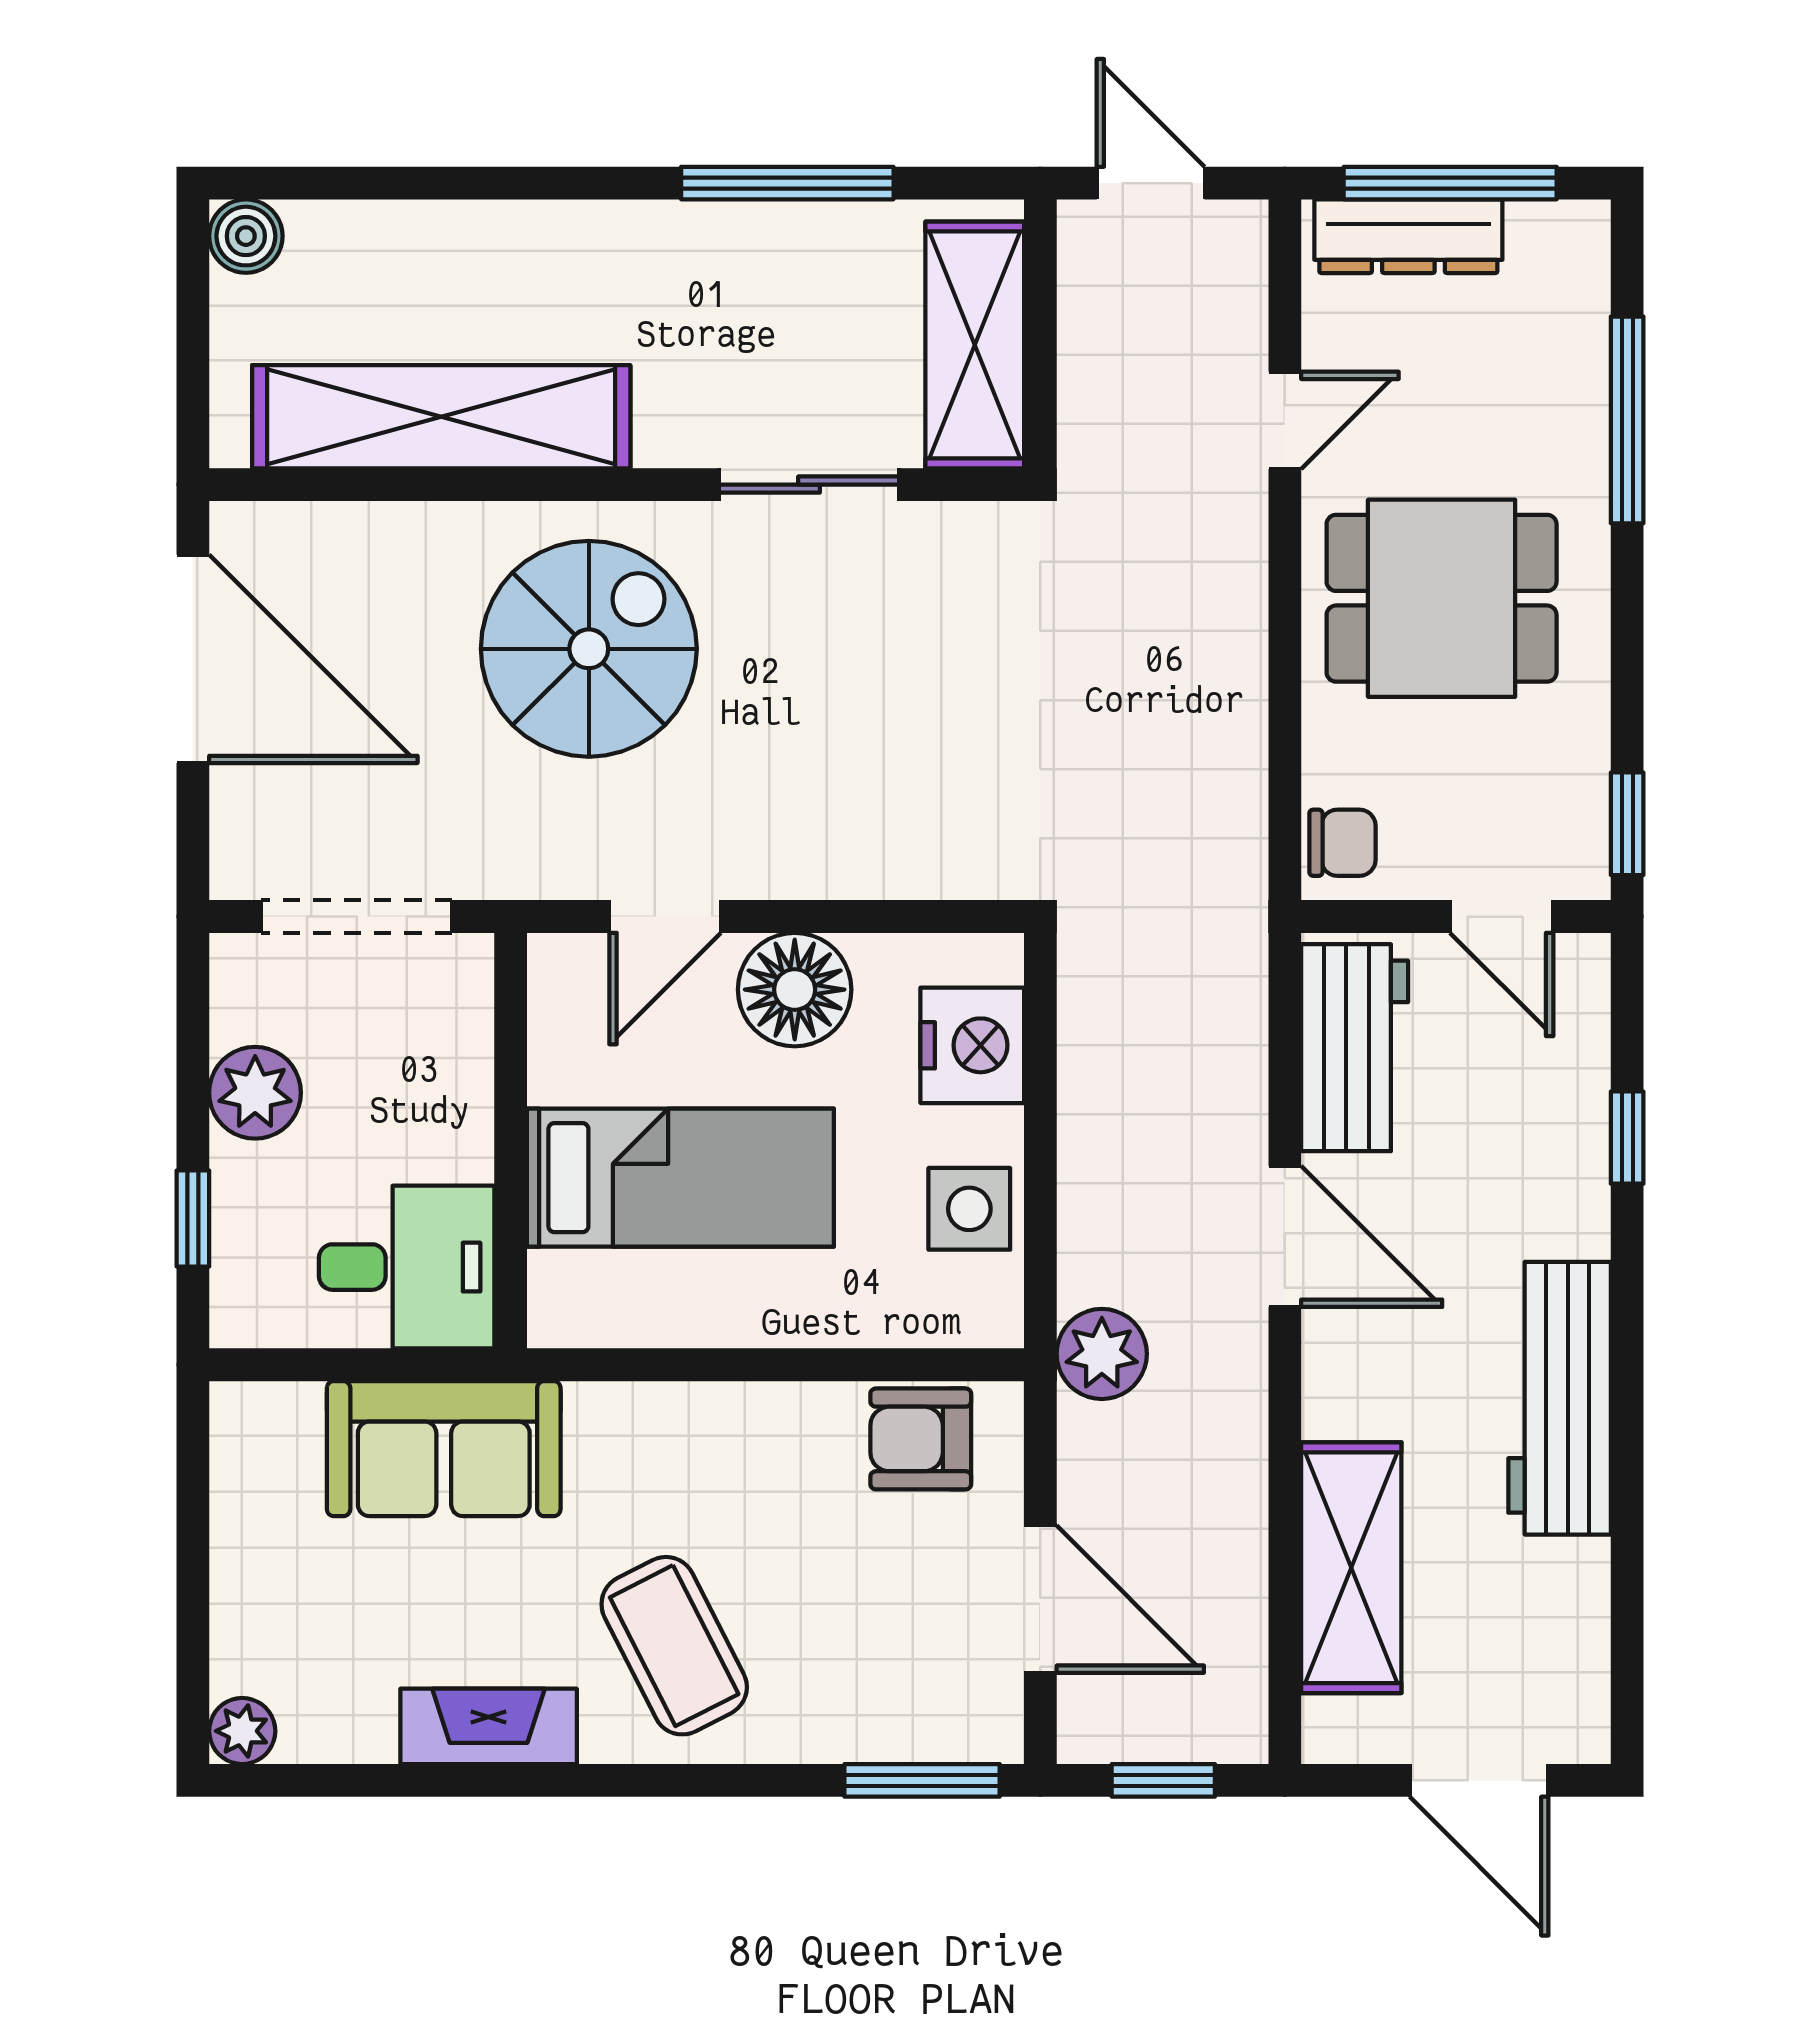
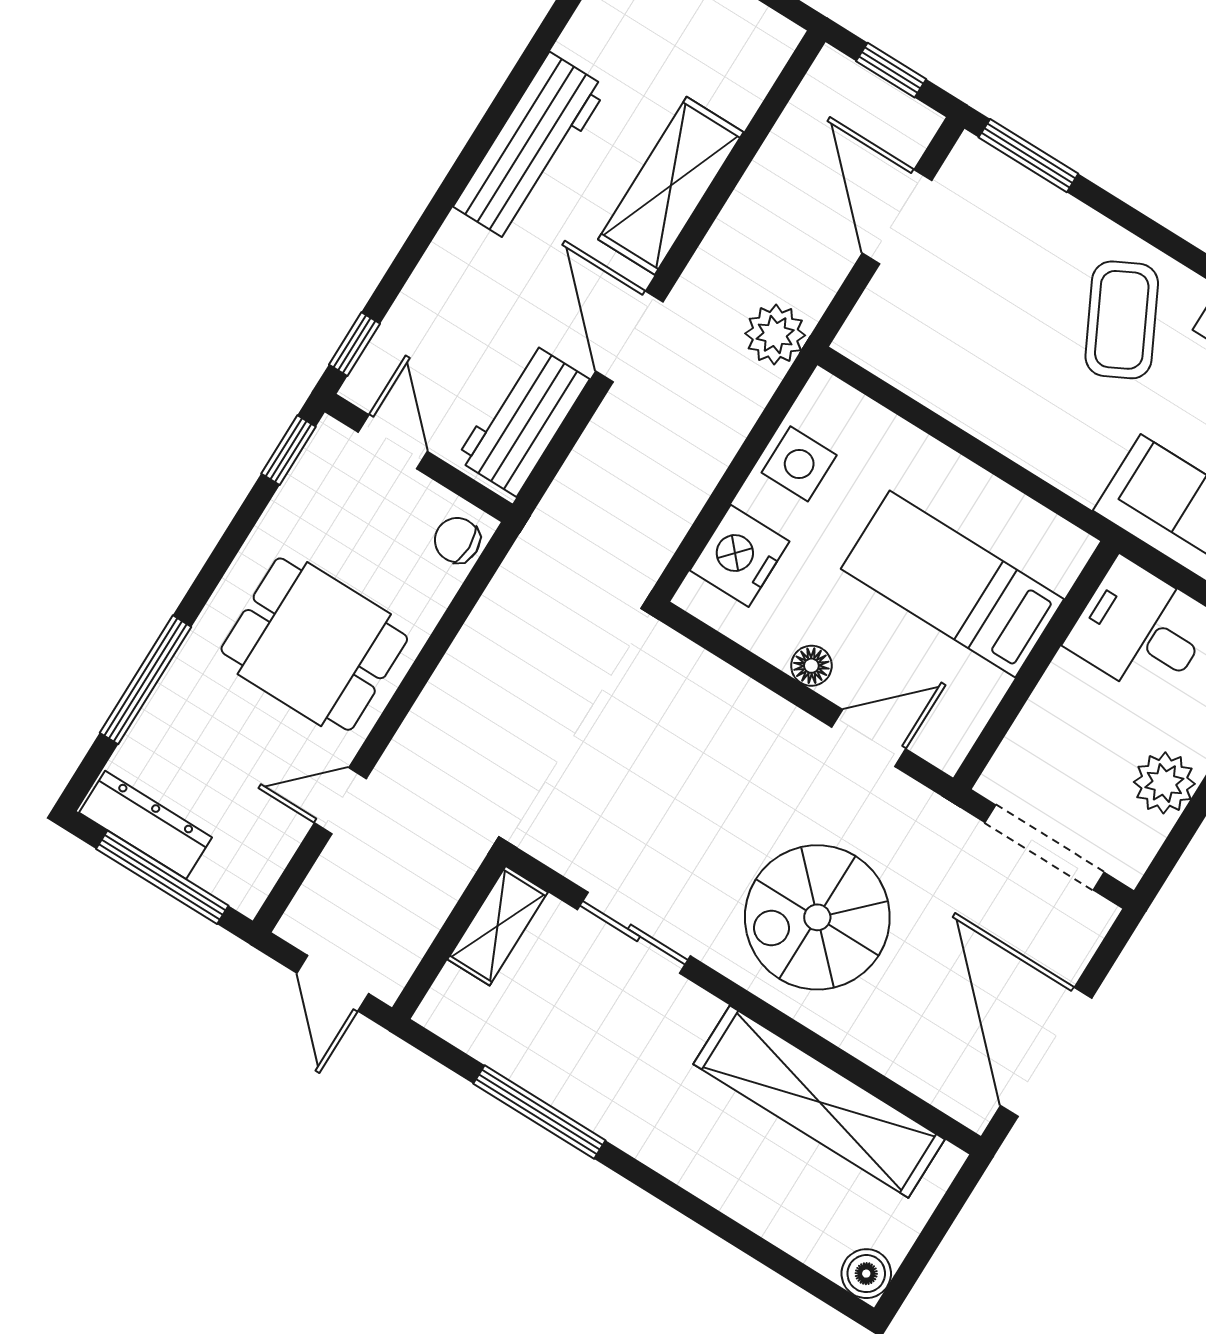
dresser: (1408, 236) -> (146, 825), moved
shelving: (975, 345) -> (498, 926), width x0.67, depth x0.75
floor lamp: (795, 990) -> (811, 666), width x0.53, depth x0.53
window: (1627, 1138) -> (354, 344), moved
armchair: (921, 1439) -> (908, 350), removed
shelving: (1351, 1568) -> (671, 186), moved

